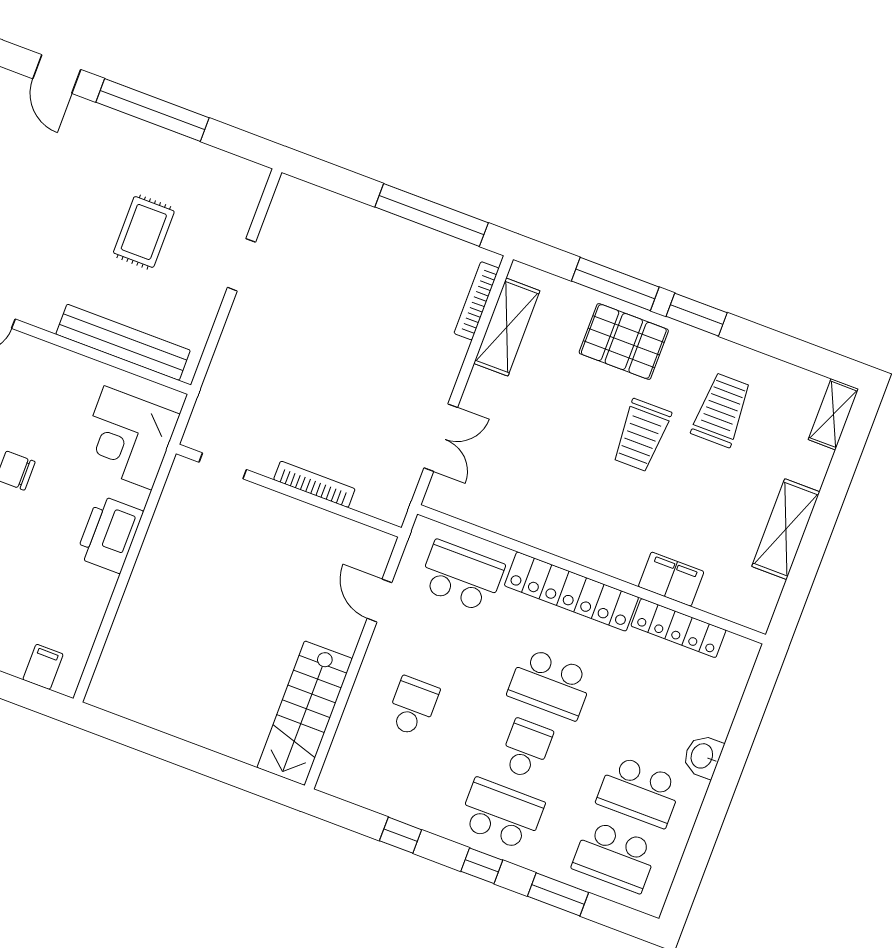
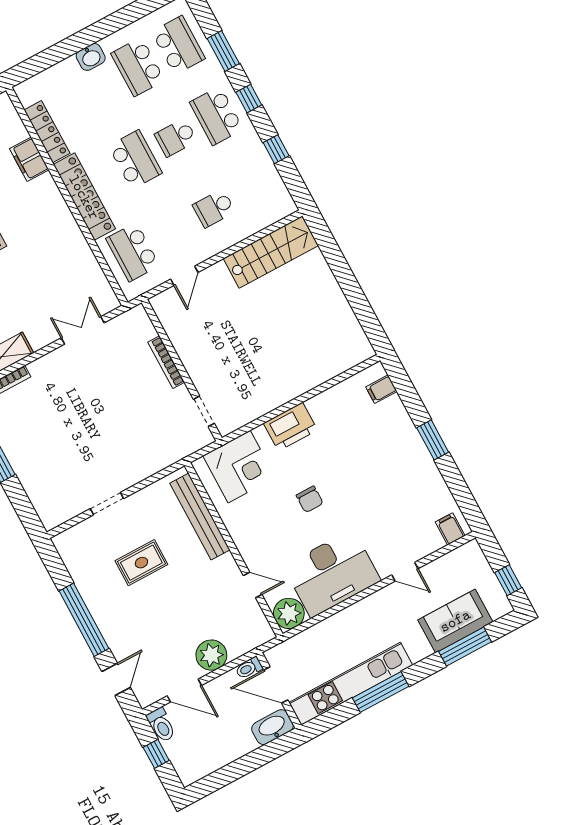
school desk: (639, 792) -> (138, 67), turned 180

